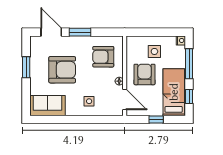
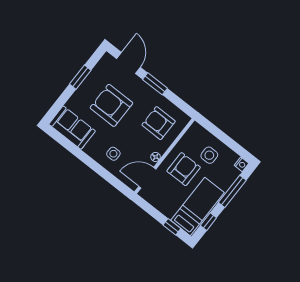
armchair: (62, 70) -> (111, 105), turned 180
door: (125, 99) -> (147, 178), swing flipped
window: (156, 119) -> (172, 227), moved

